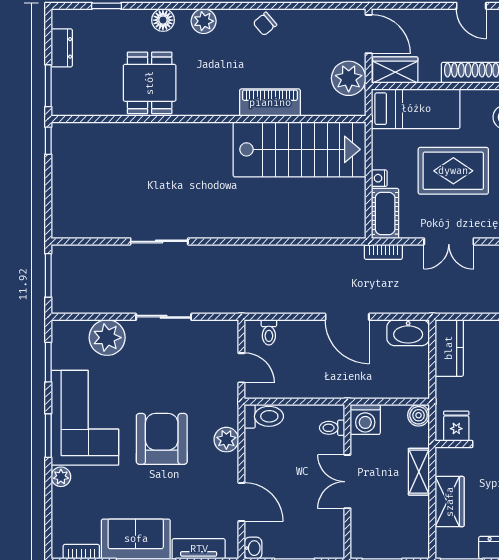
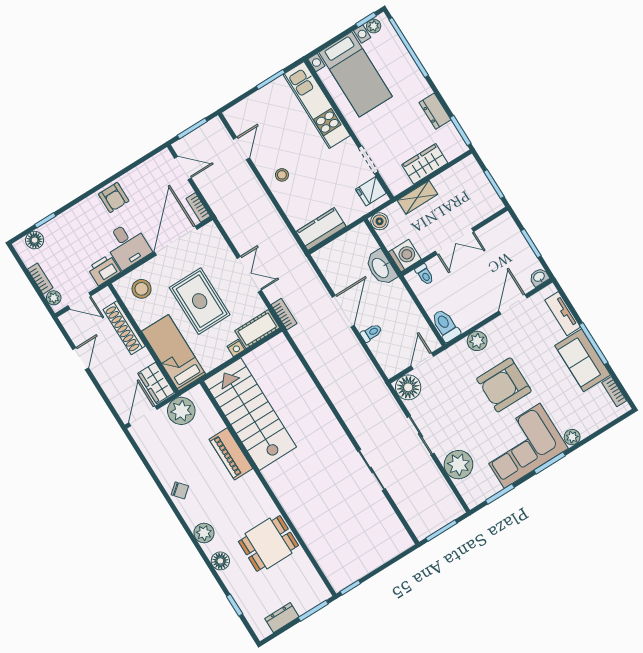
toilet: (269, 332) -> (371, 333), moved
washbasin: (408, 333) -> (381, 268), moved, turned 180
floor lamp: (223, 335) -> (408, 387), added

